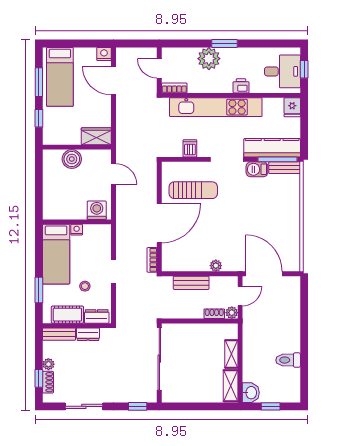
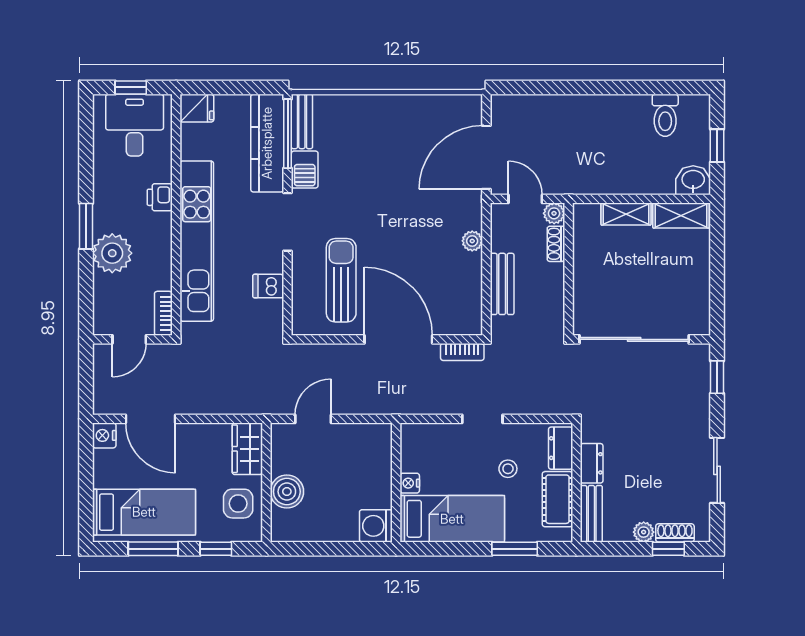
door: (114, 81) -> (150, 419), hinge flipped
side table: (65, 131) -> (238, 504), added
washing machine: (97, 210) -> (376, 526), moved
toilet: (288, 360) -> (665, 115), moved

